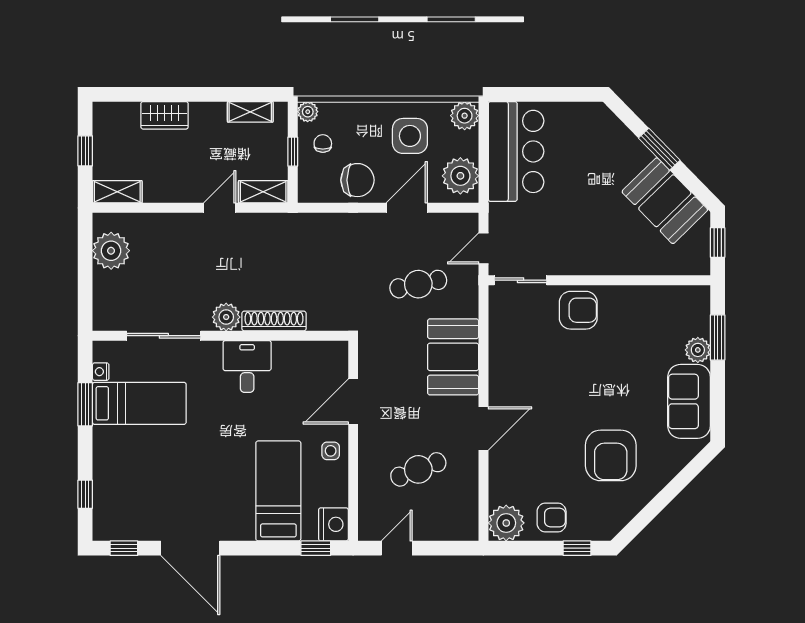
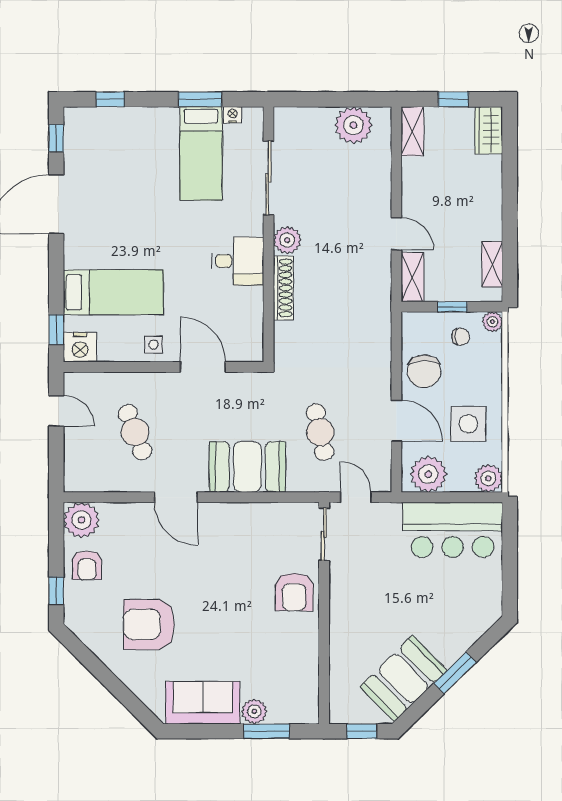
wardrobe: (165, 115) -> (489, 130), moved

